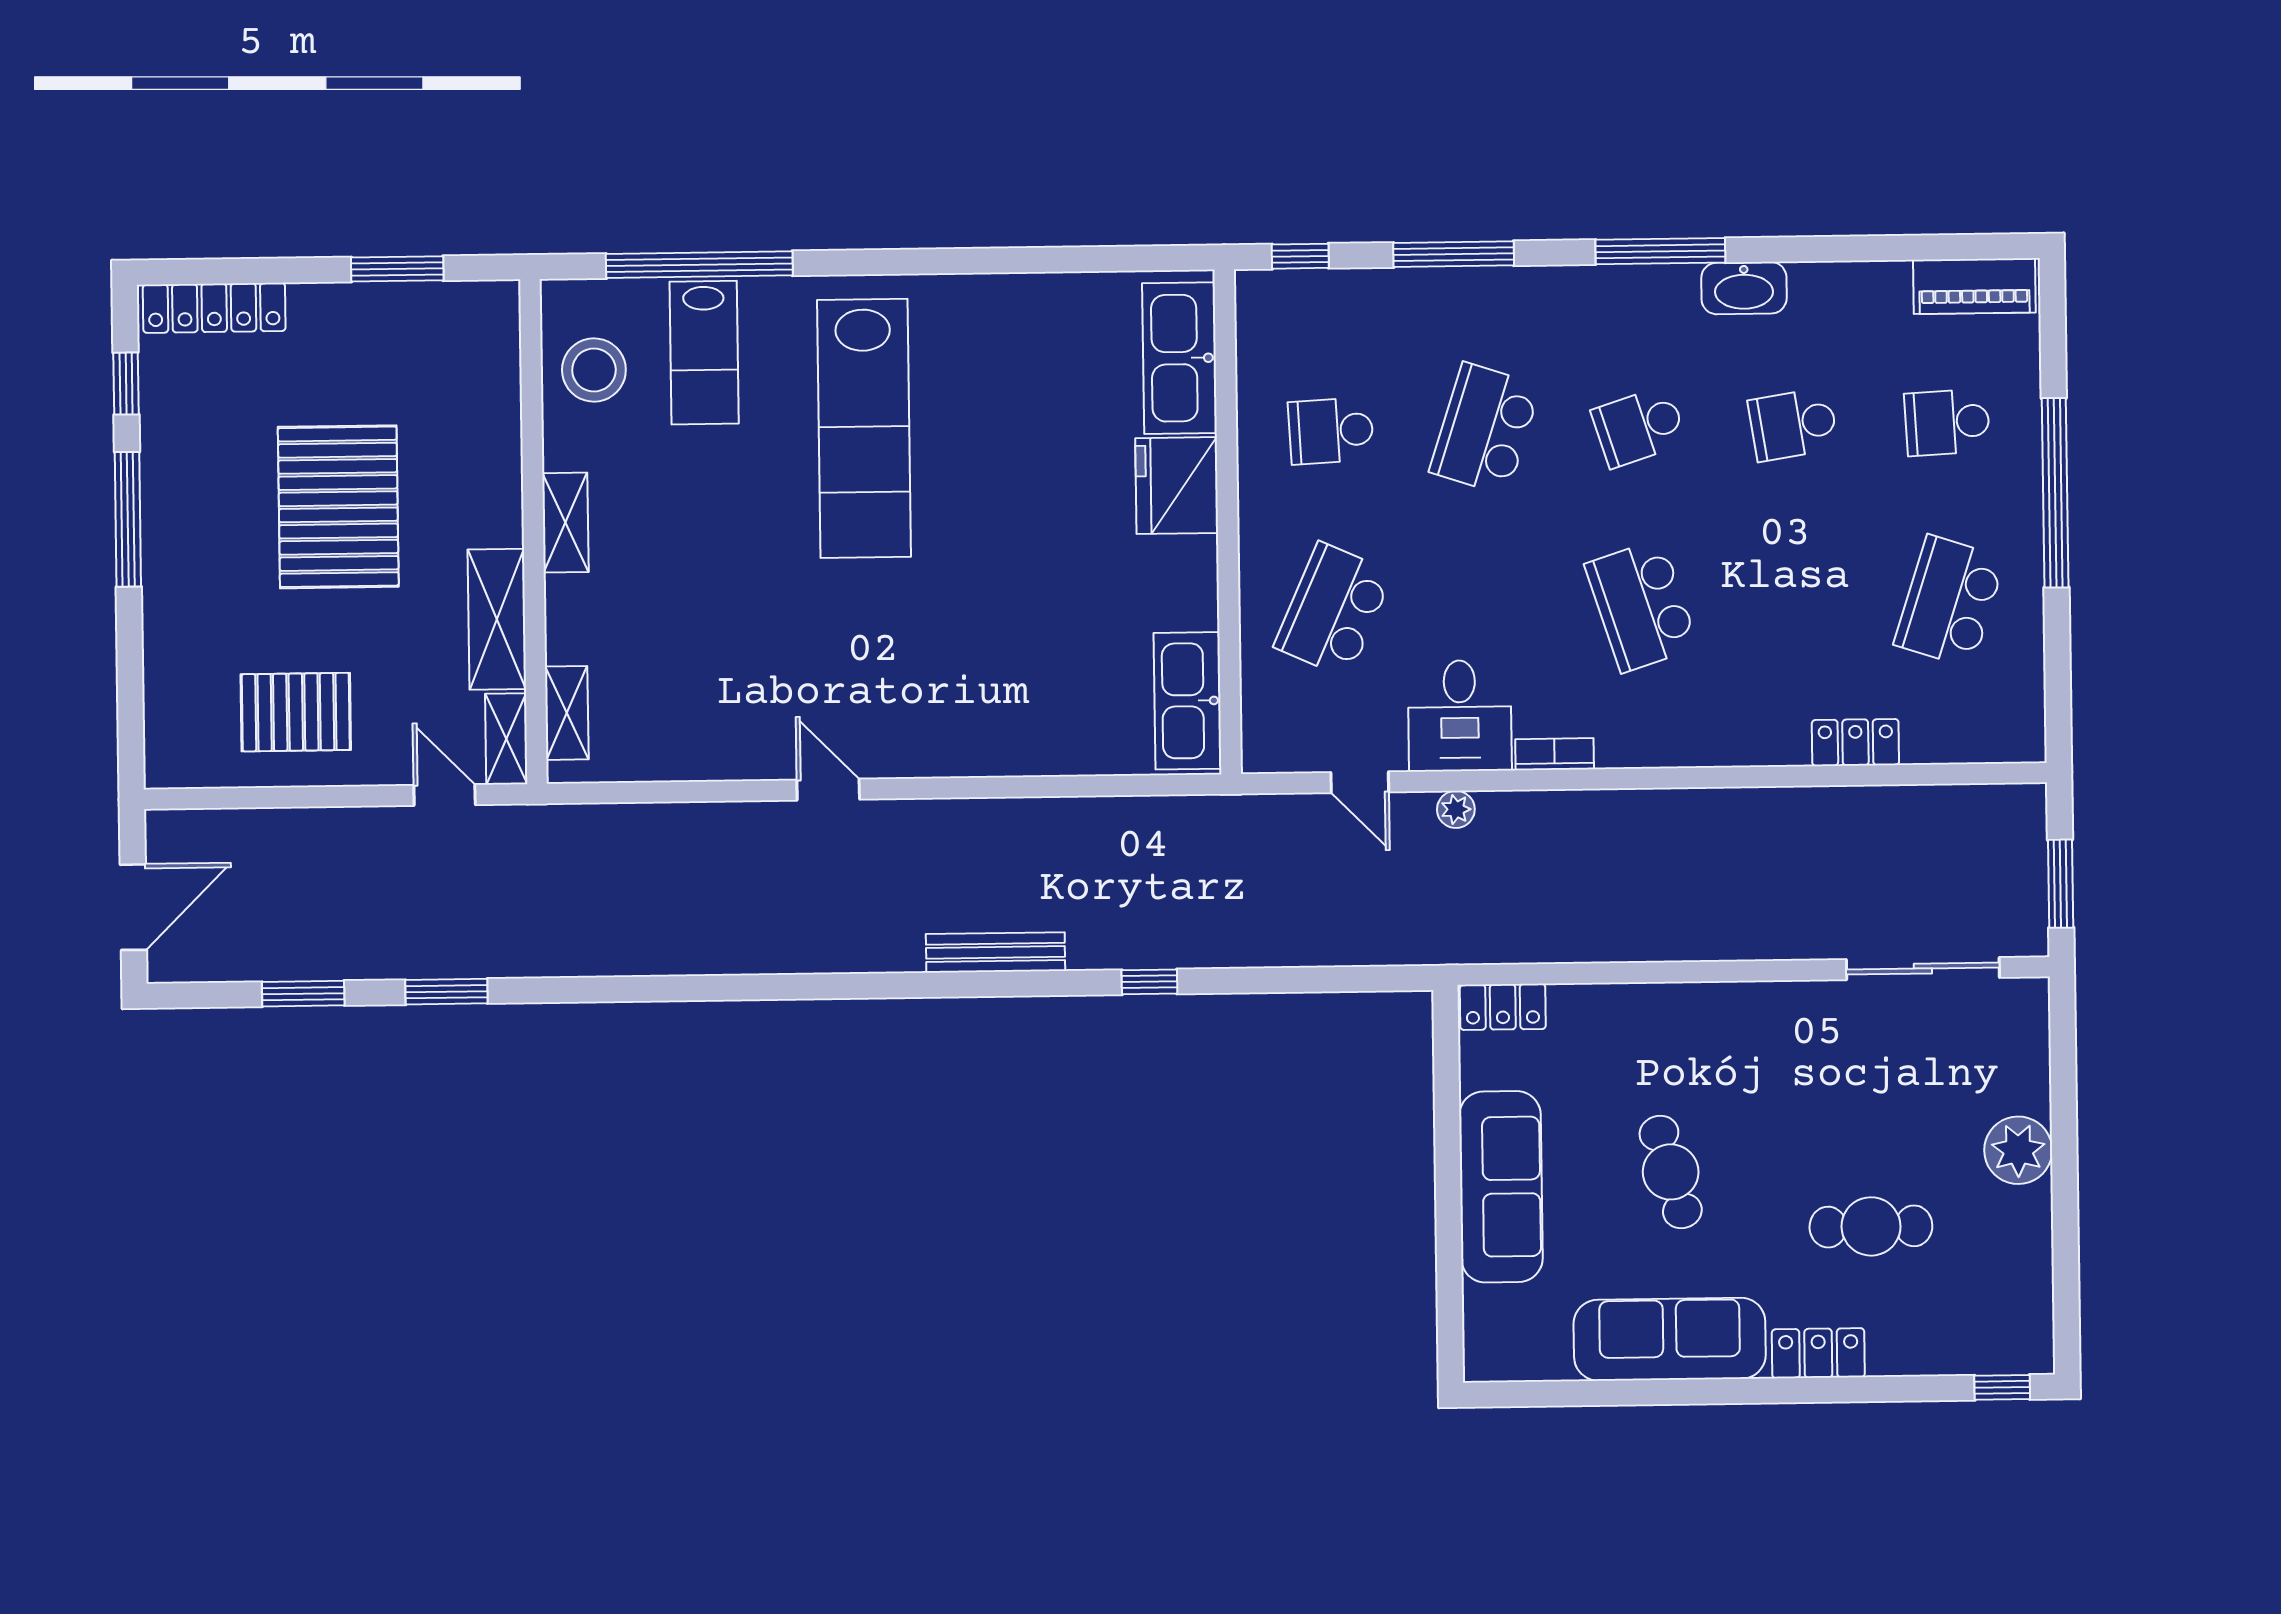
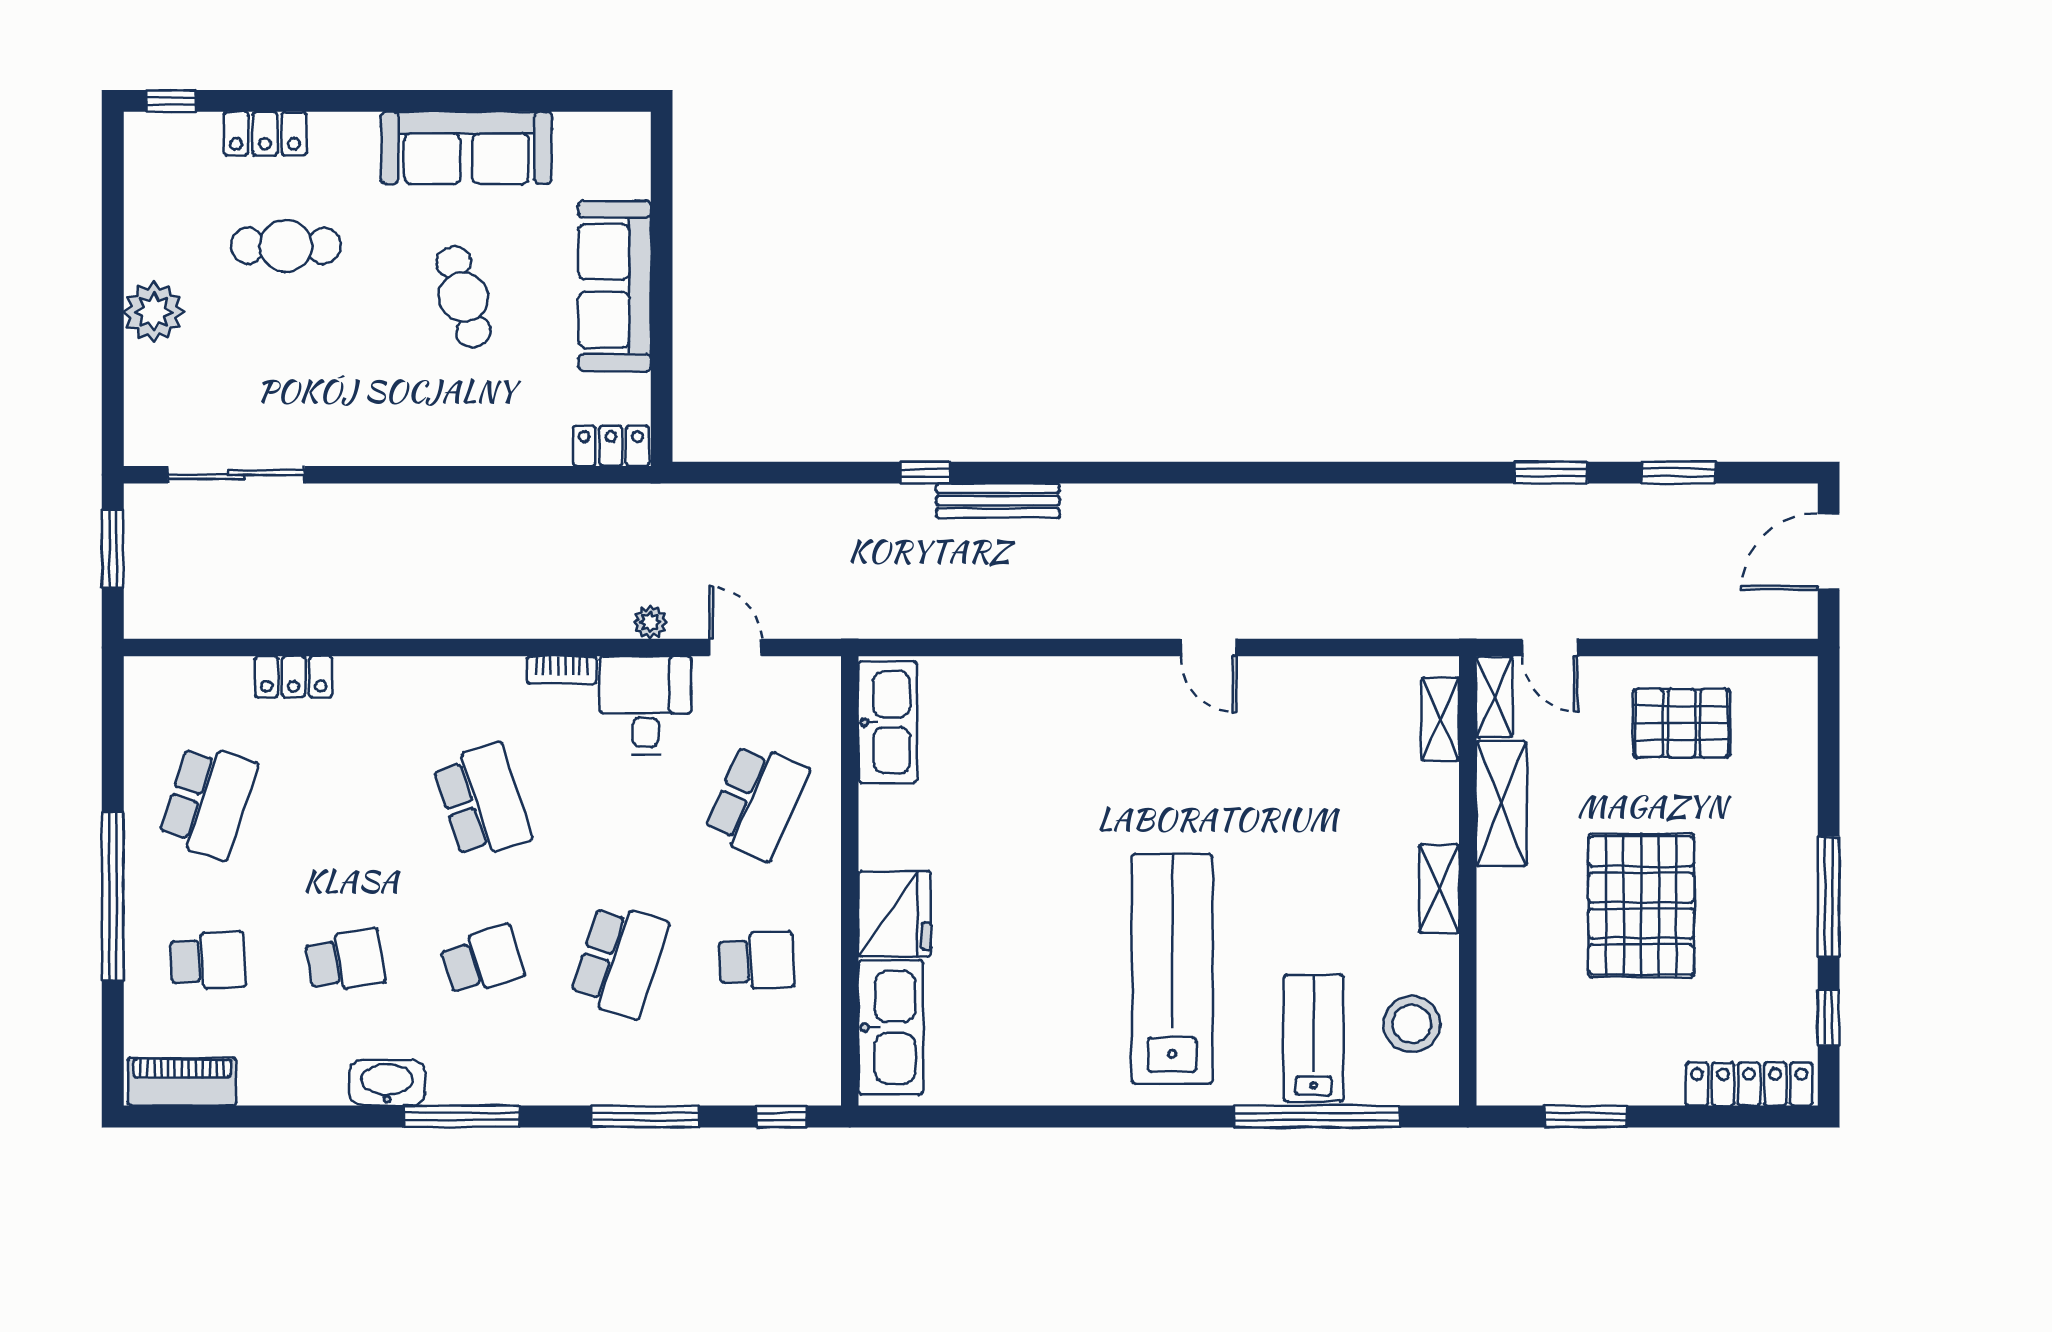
bench: (996, 952) -> (998, 501), moved
locker: (1818, 1353) -> (265, 134), moved

